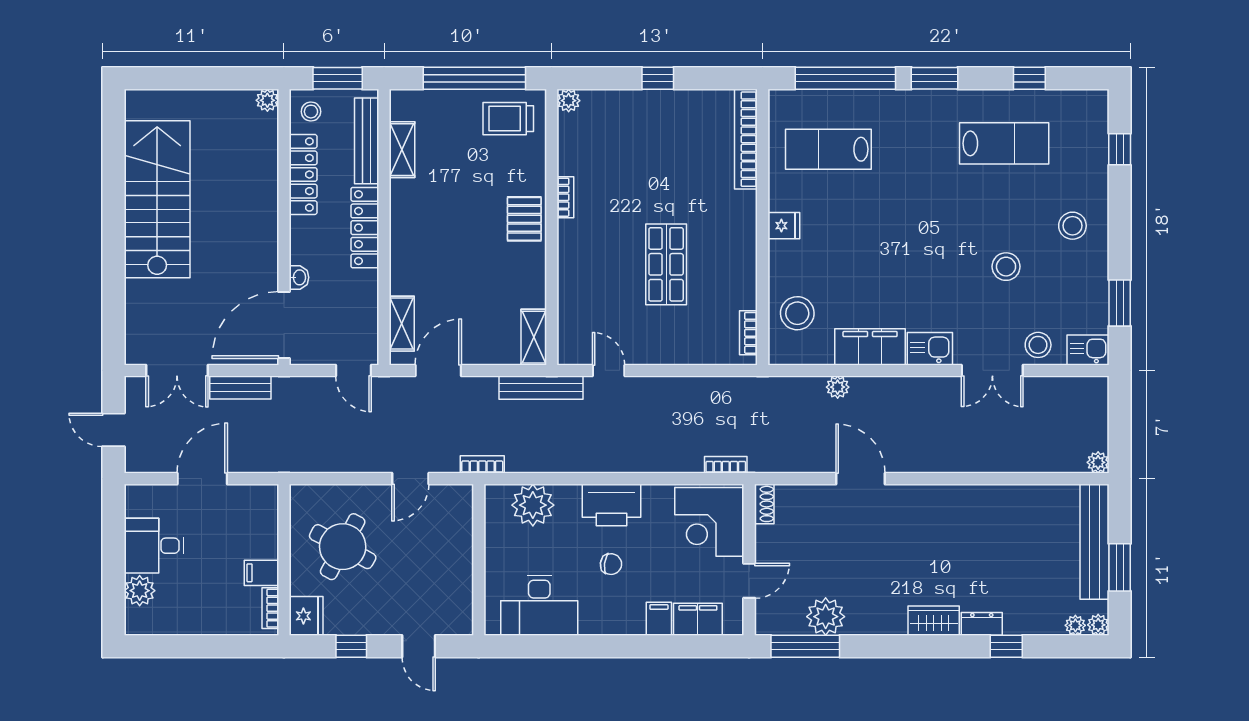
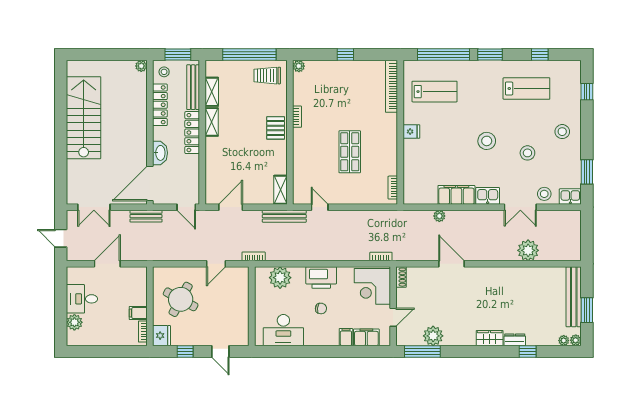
lab bench: (828, 149) -> (435, 92), turned 180
washbasin: (299, 277) -> (160, 153), width x1.91, depth x1.45
stool: (797, 313) -> (487, 141), moved
shelving: (402, 324) -> (212, 122), moved
bench: (240, 387) -> (146, 216), moved
plant: (1098, 462) -> (528, 250), moved, width x1.88, depth x1.88

